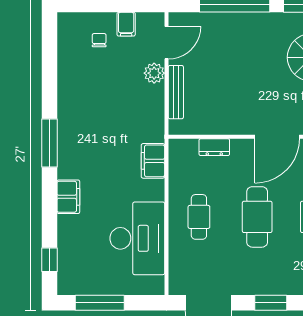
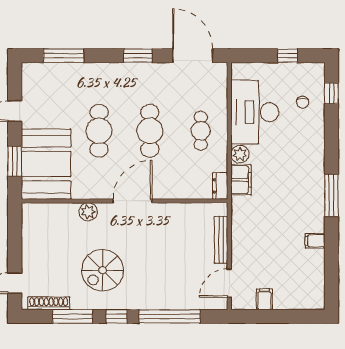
chair: (99, 40) -> (303, 102), moved
plant: (154, 73) -> (240, 154), moved
dresser: (214, 147) -> (220, 186), moved, turned -90
filing cabinet: (68, 197) -> (315, 241), moved, width x0.50
window: (100, 303) -> (288, 56), width x0.46

